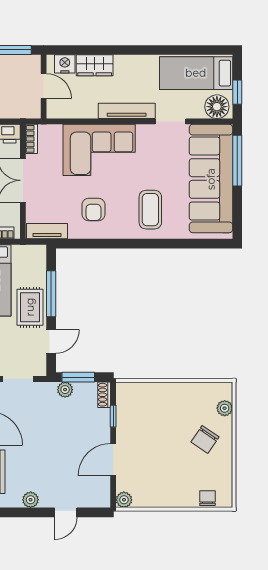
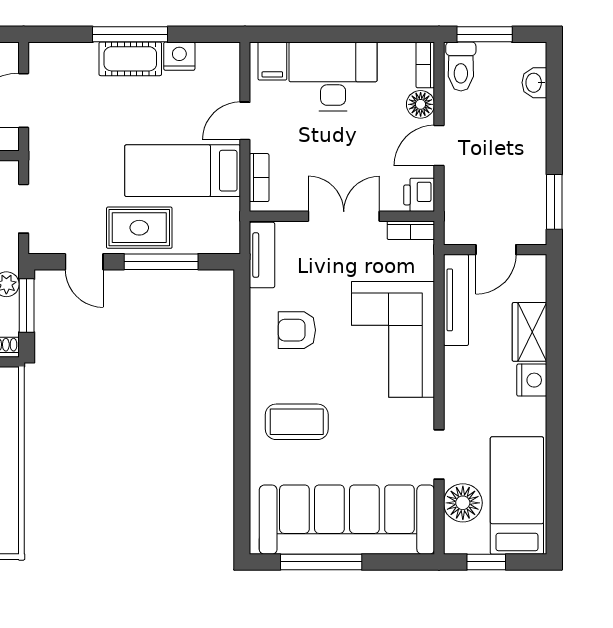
nightstand: (65, 64) -> (532, 380), moved
floor lamp: (217, 107) -> (463, 503), moved
tv unit: (127, 111) -> (456, 300), moved
window: (237, 161) -> (321, 562), moved

